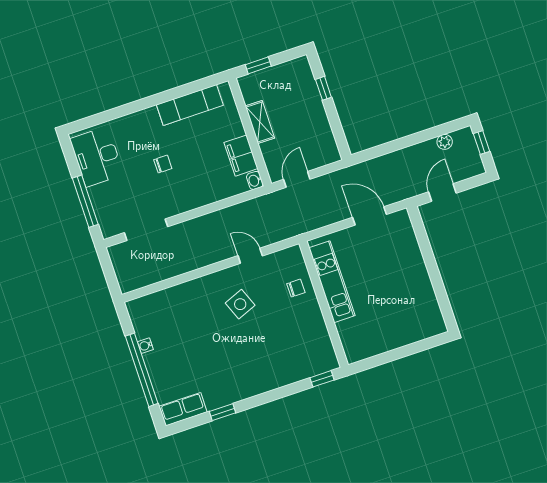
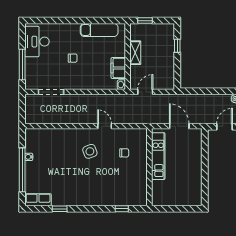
kitchen unit: (332, 282) -> (158, 156), moved
wall: (324, 304) -> (149, 167), moved

